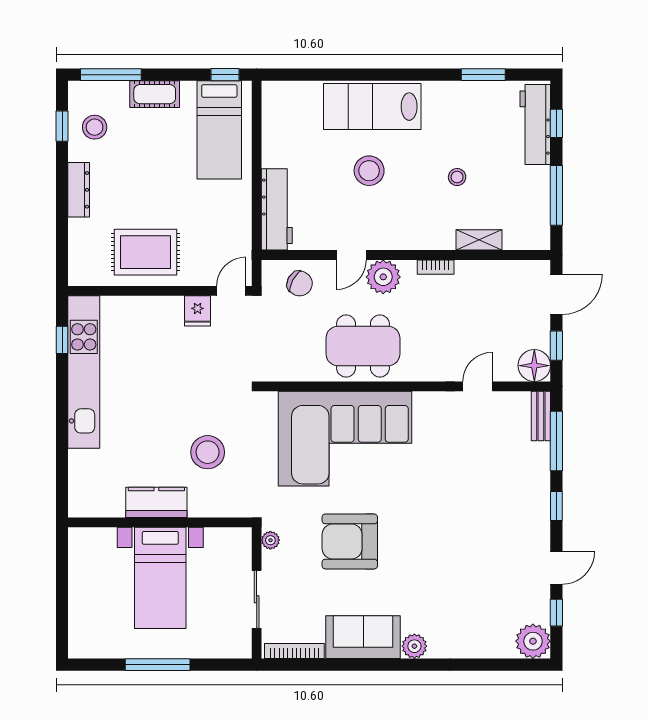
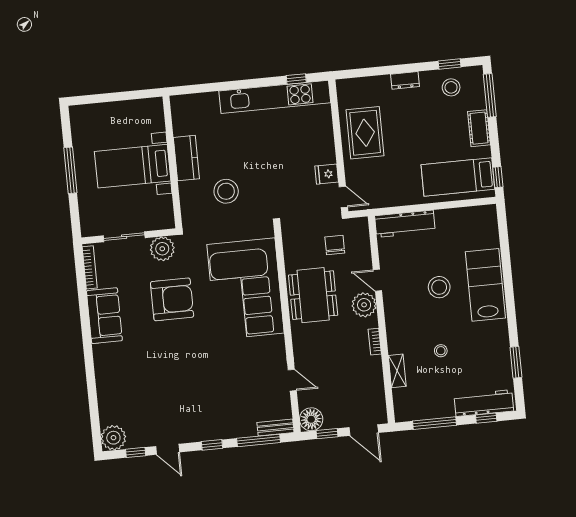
dresser: (79, 190) -> (405, 80), width x0.70
chair: (300, 284) -> (335, 245), moved, turned 152
plant: (270, 540) -> (162, 249), width x1.87, depth x1.87
armchair: (350, 541) -> (172, 299), turned 90
plant: (414, 646) -> (102, 353), removed

